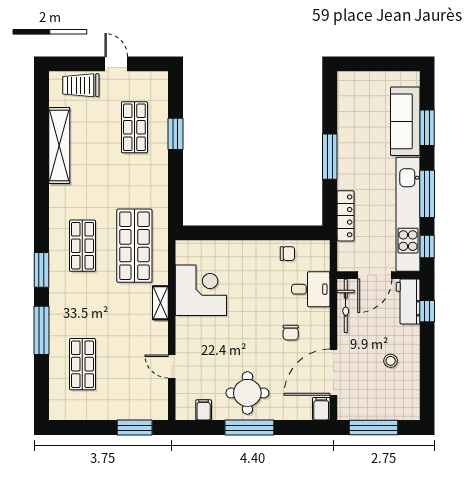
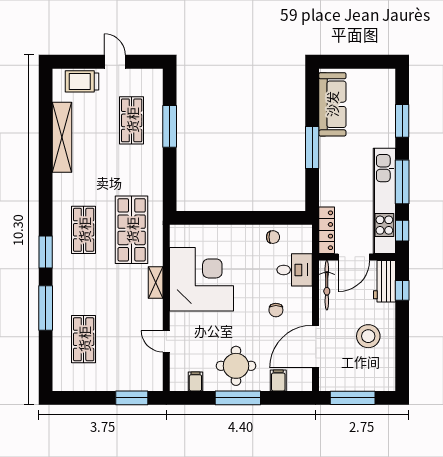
sofa: (405, 121) -> (332, 104), moved, turned 180
window: (175, 134) -> (170, 126), width x1.44
locker: (345, 216) -> (327, 230), moved
corner desk: (201, 290) -> (201, 279), width x1.36, depth x1.36
stool: (391, 361) -> (368, 336), width x1.89, depth x1.89
filing cabinet: (321, 409) -> (278, 380), moved

